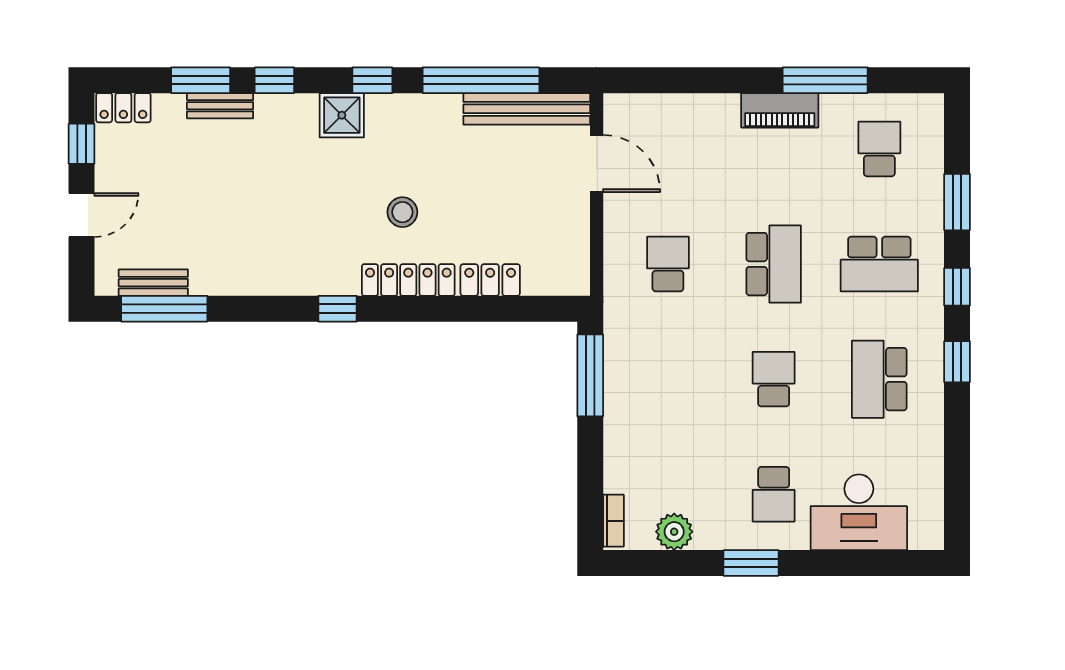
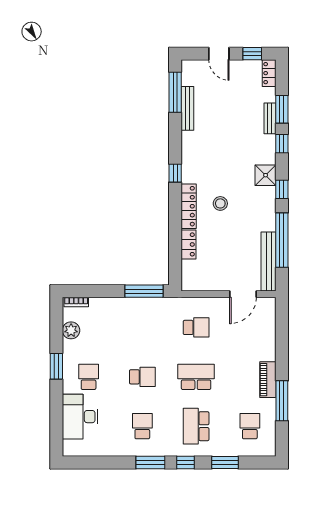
school desk: (879, 149) -> (250, 426), turned -90
school desk: (774, 264) -> (196, 377), turned 180
bench: (153, 283) -> (187, 108), moved, width x1.36
window: (957, 362) -> (150, 463), width x1.50
school desk: (879, 379) -> (142, 426), width x0.54
school desk: (774, 494) -> (89, 377), turned 90

